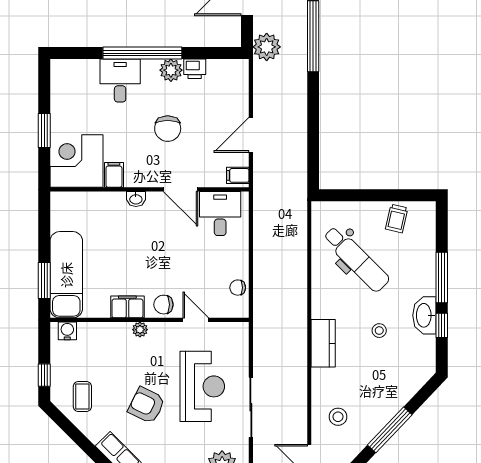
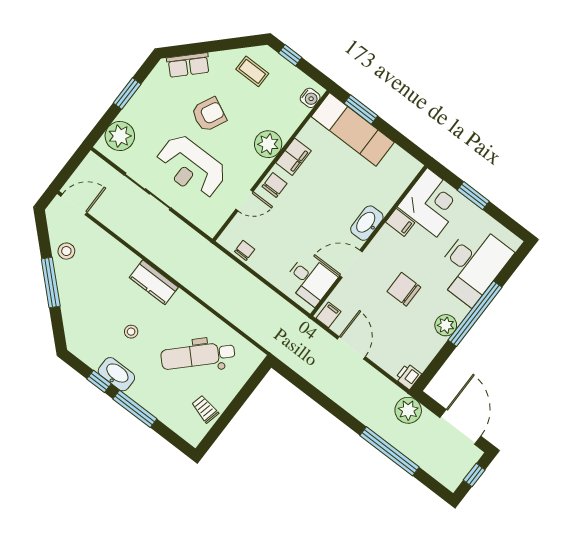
printer: (195, 69) -> (408, 376), moved
desk: (120, 80) -> (472, 264), width x1.87, depth x1.30
washbasin: (136, 199) -> (367, 223), width x1.91, depth x1.45
plant: (140, 330) -> (268, 144), width x1.88, depth x1.88
stool: (338, 417) -> (66, 251), moved

